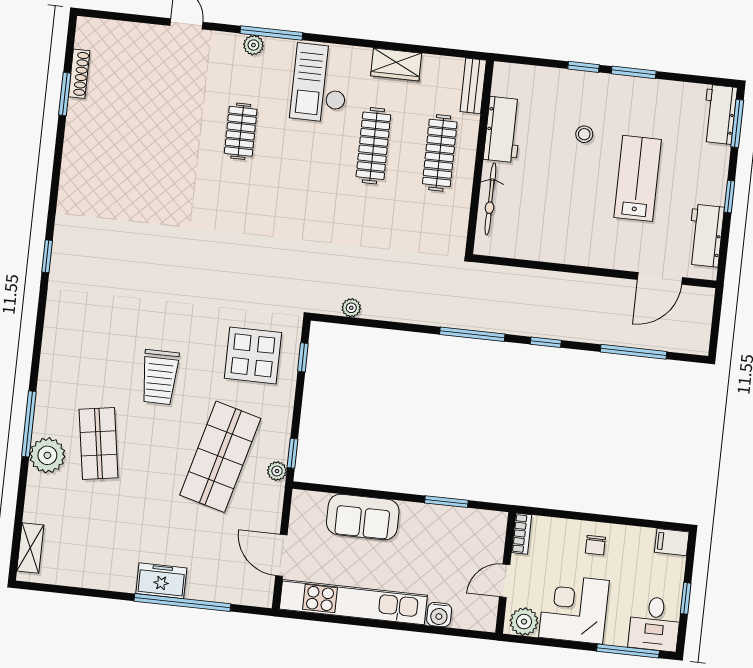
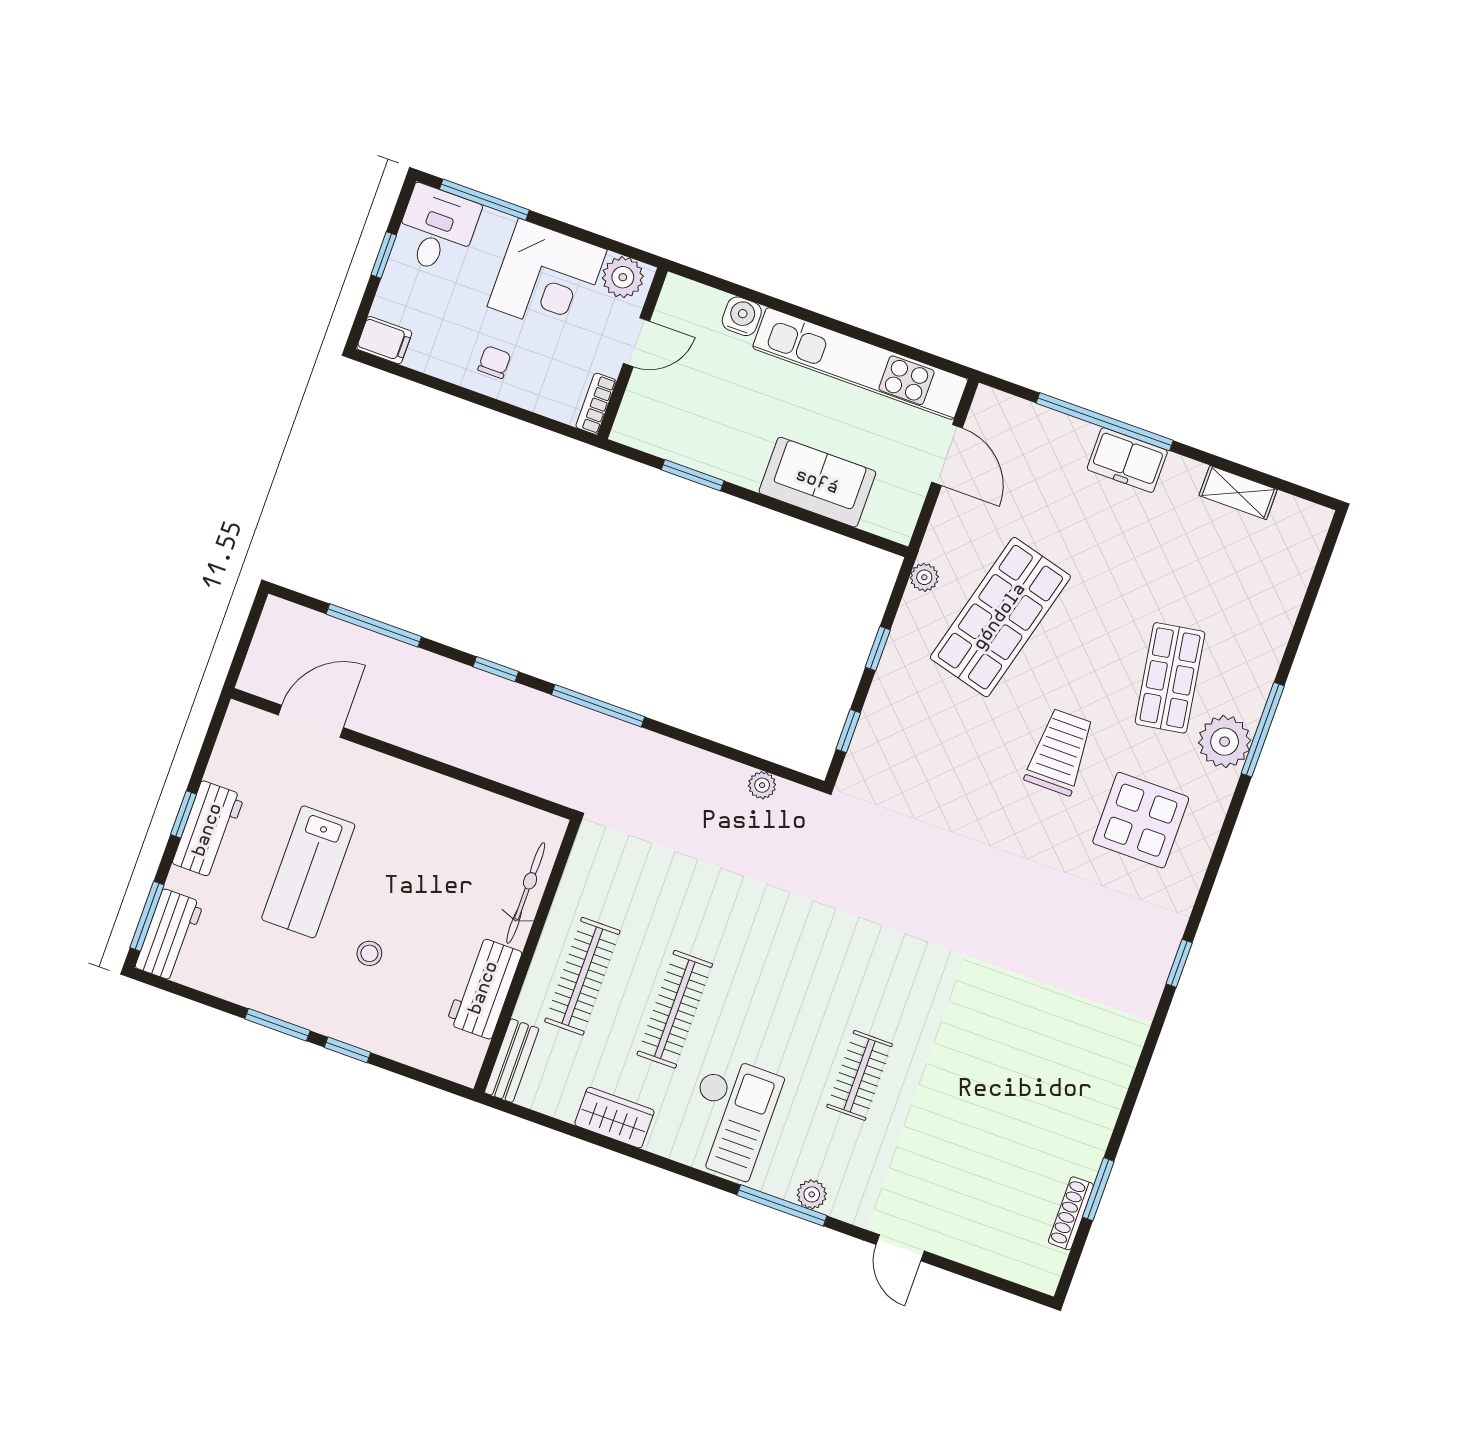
workbench: (705, 236) -> (208, 830), moved
display table: (253, 355) -> (1141, 820), moved
window: (292, 453) -> (878, 648), moved
plant: (47, 455) -> (1225, 742), moved
shelving: (30, 548) -> (1238, 493), moved, turned 90

